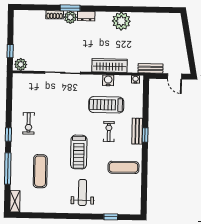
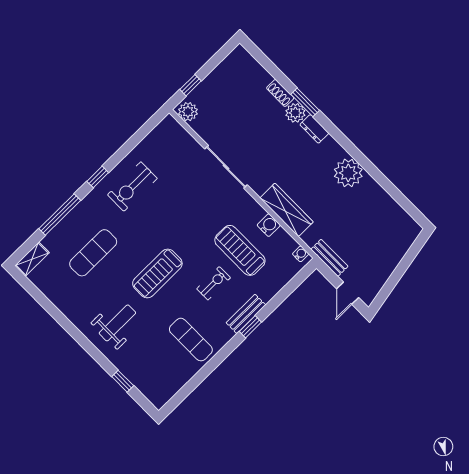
exercise bike: (29, 123) -> (132, 187), width x1.38, depth x1.39

